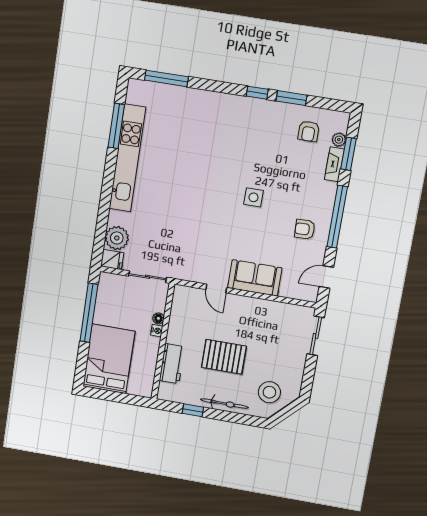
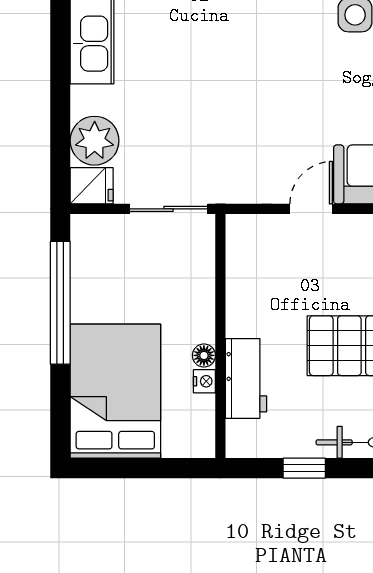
door: (216, 288) -> (311, 209), swing flipped
floor lamp: (158, 318) -> (204, 355), moved
nightstand: (157, 331) -> (204, 381), moved

